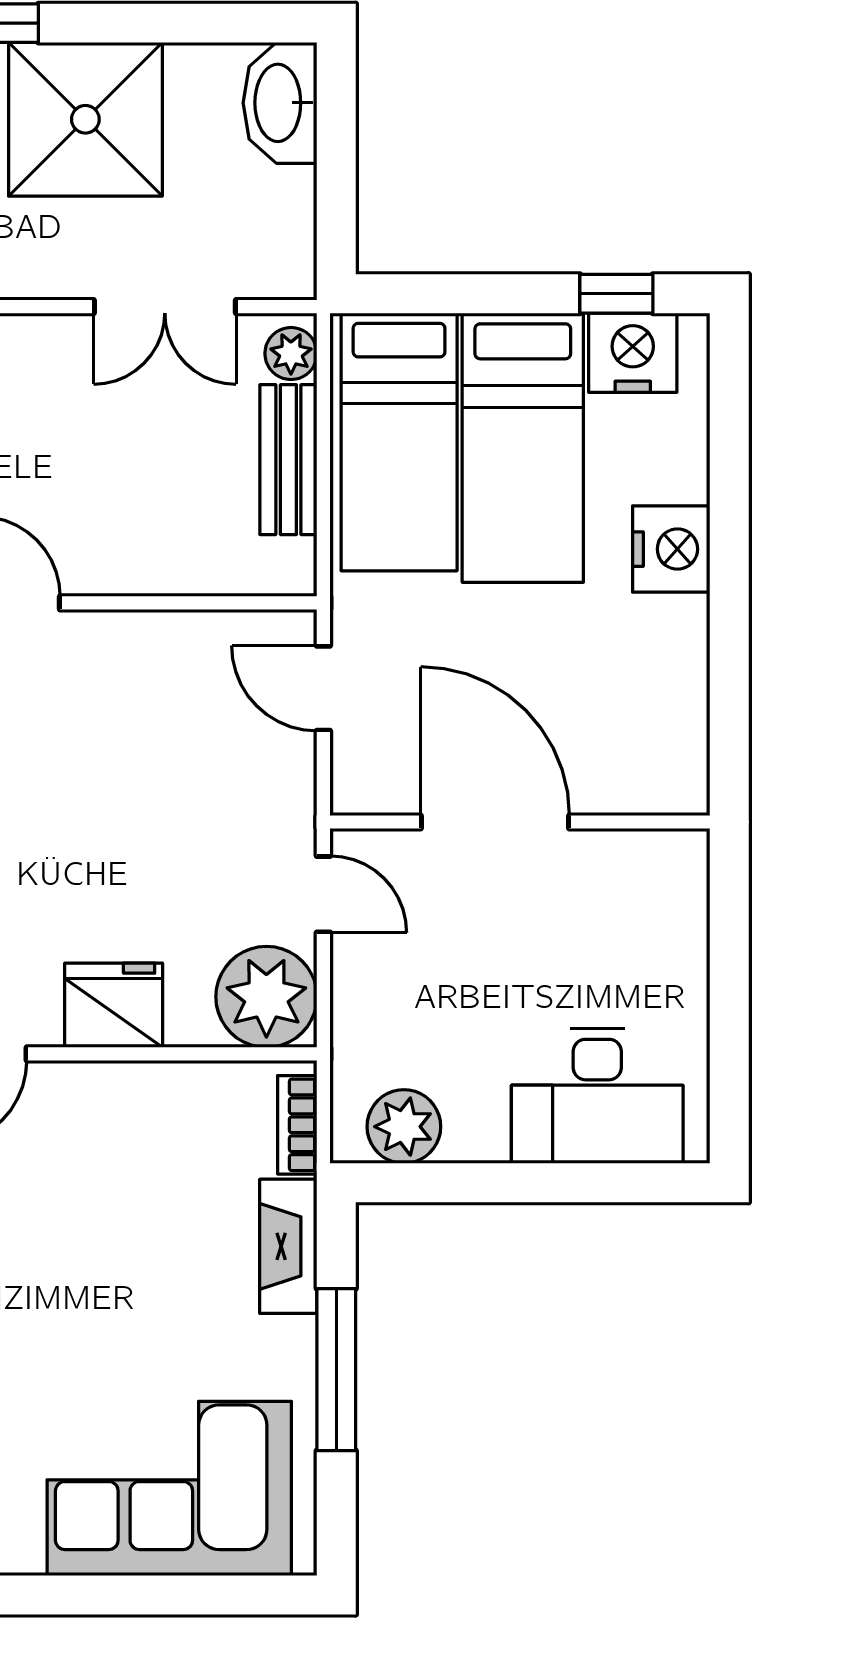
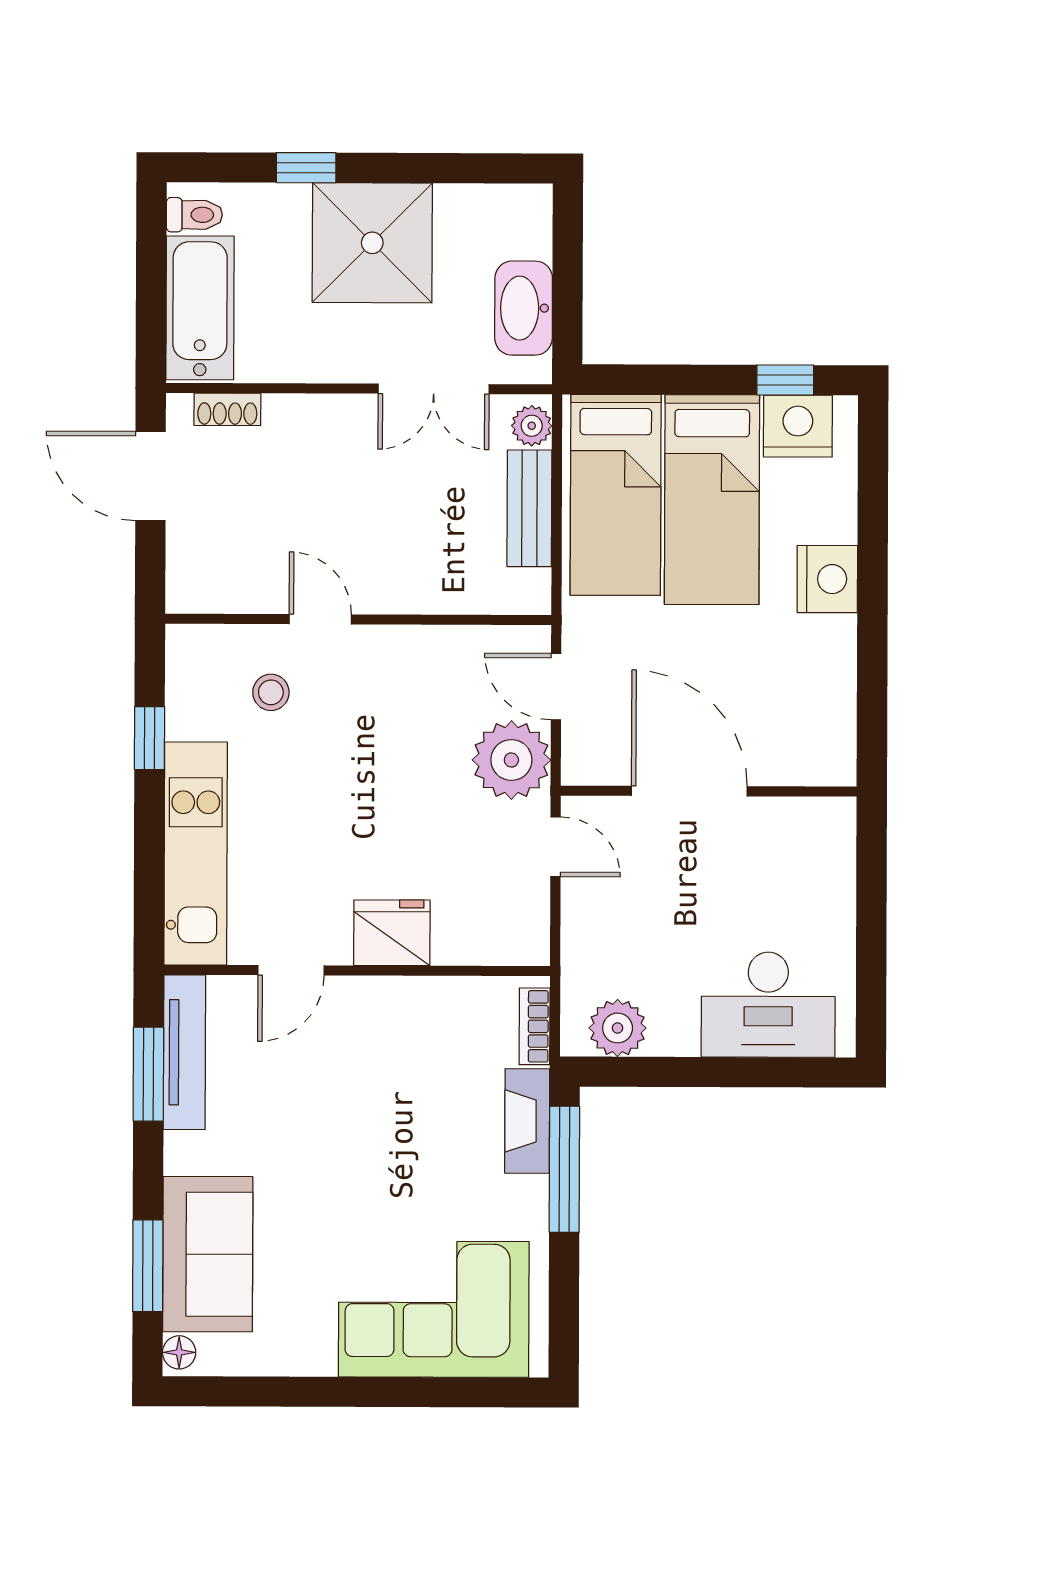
washbasin: (280, 103) -> (524, 308), moved
plant: (266, 997) -> (511, 760), moved
window: (336, 1370) -> (564, 1169), moved

